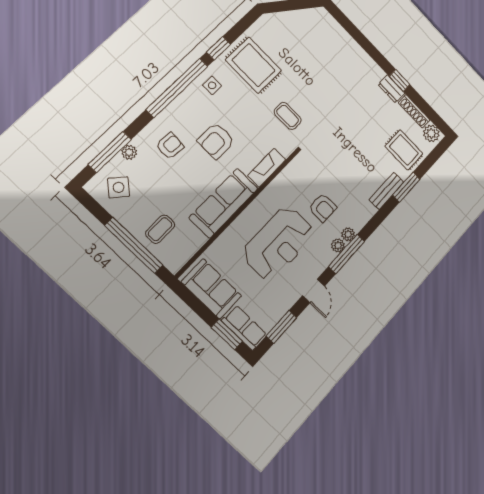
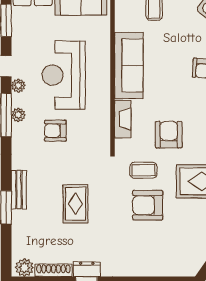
armchair: (308, 89) -> (148, 205), added
armchair: (216, 141) -> (169, 135), moved
rug: (404, 150) -> (75, 204), moved, turned 90
plant: (348, 234) -> (18, 86), moved

